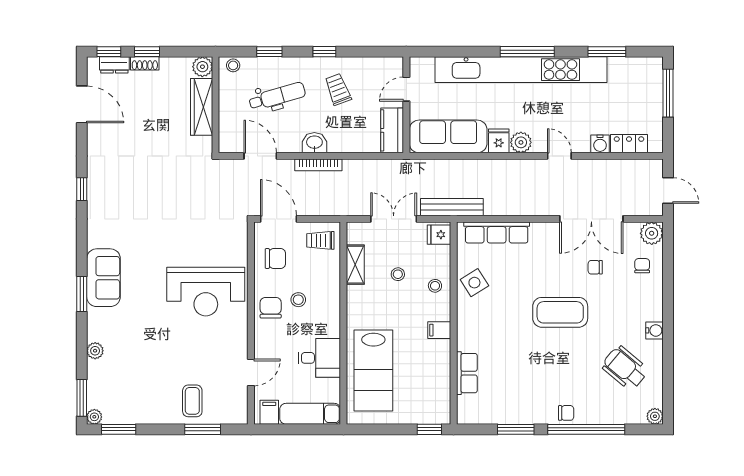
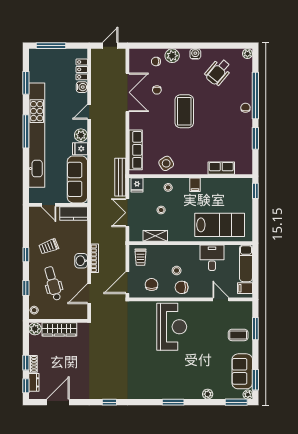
plant: (652, 233) -> (172, 56), moved
sofa: (103, 278) -> (242, 371), moved, turned -90

